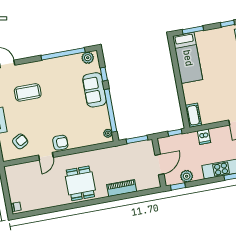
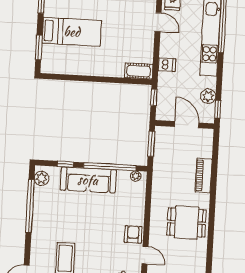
bed: (188, 58) -> (72, 32), moved
sofa: (94, 90) -> (88, 180), width x1.36

